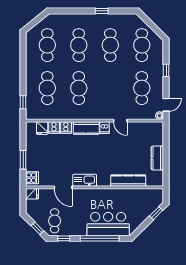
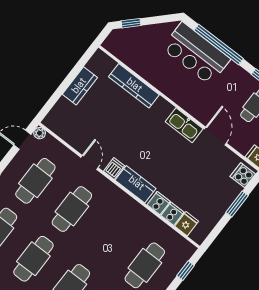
cafe table: (79, 88) -> (72, 209), moved

